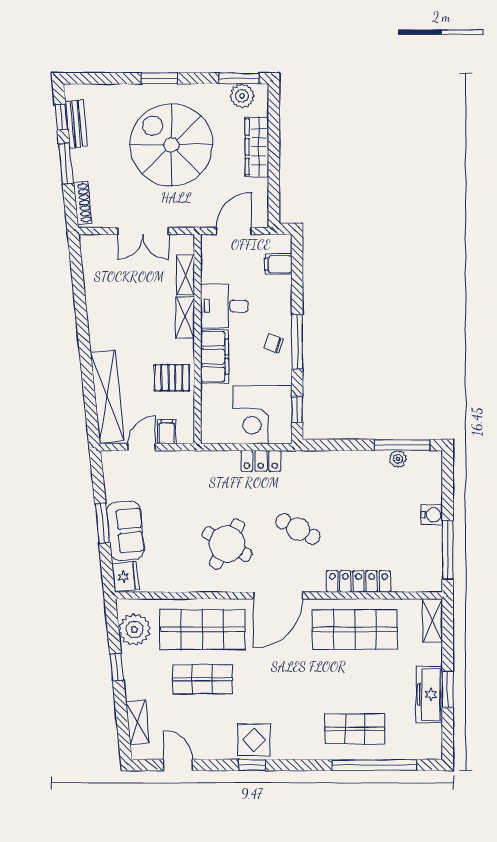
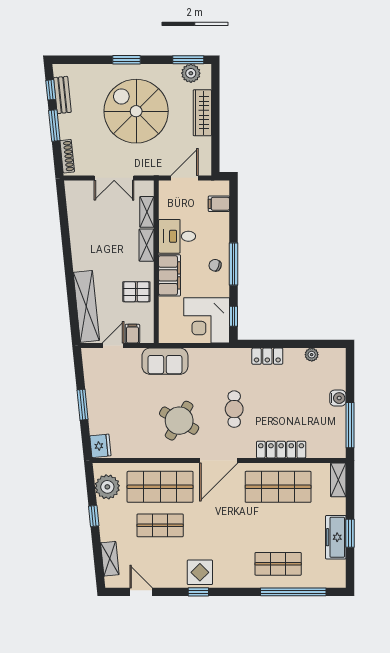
window: (402, 445) -> (315, 344), removed
locker: (261, 461) -> (267, 356), moved
cafe table: (298, 529) -> (234, 409), turned 62
sofa: (126, 531) -> (165, 361), moved, turned 96

